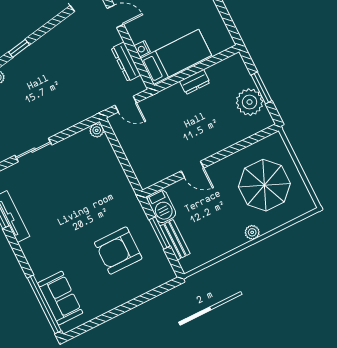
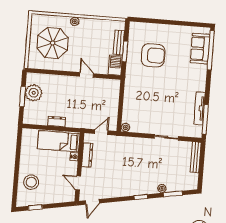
door: (126, 104) -> (101, 132), hinge flipped

